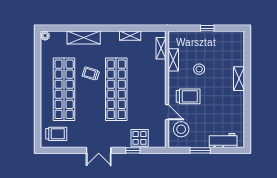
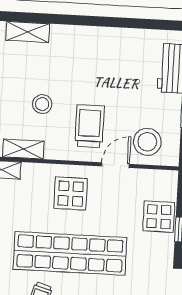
shelving: (239, 79) -> (28, 32), moved
display table: (150, 88) -> (71, 194), added

